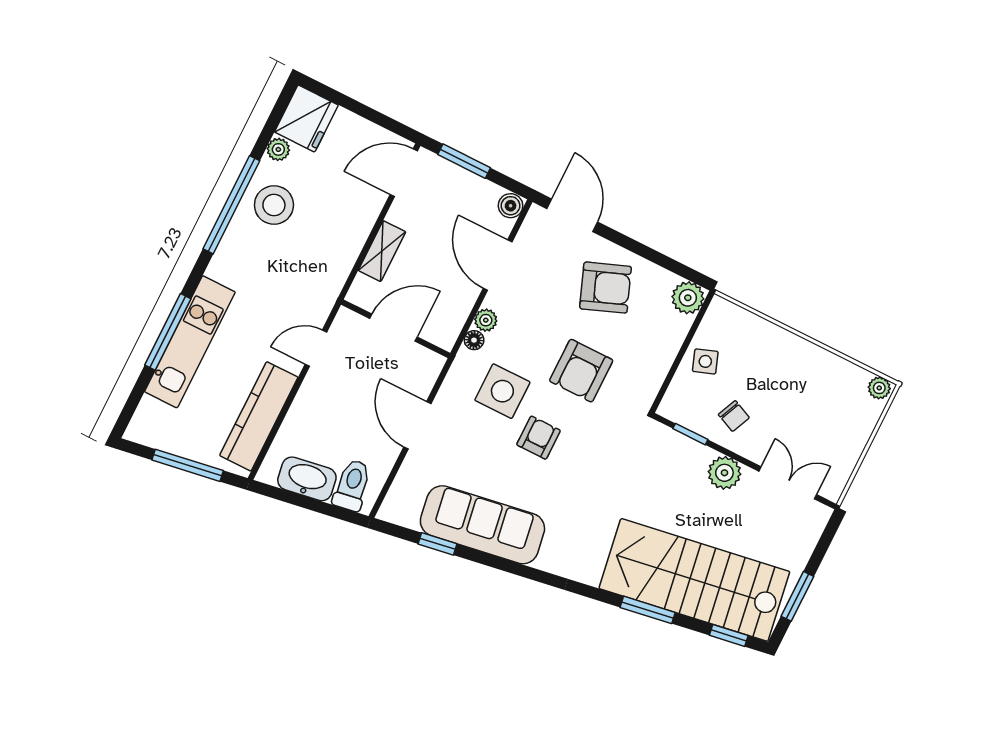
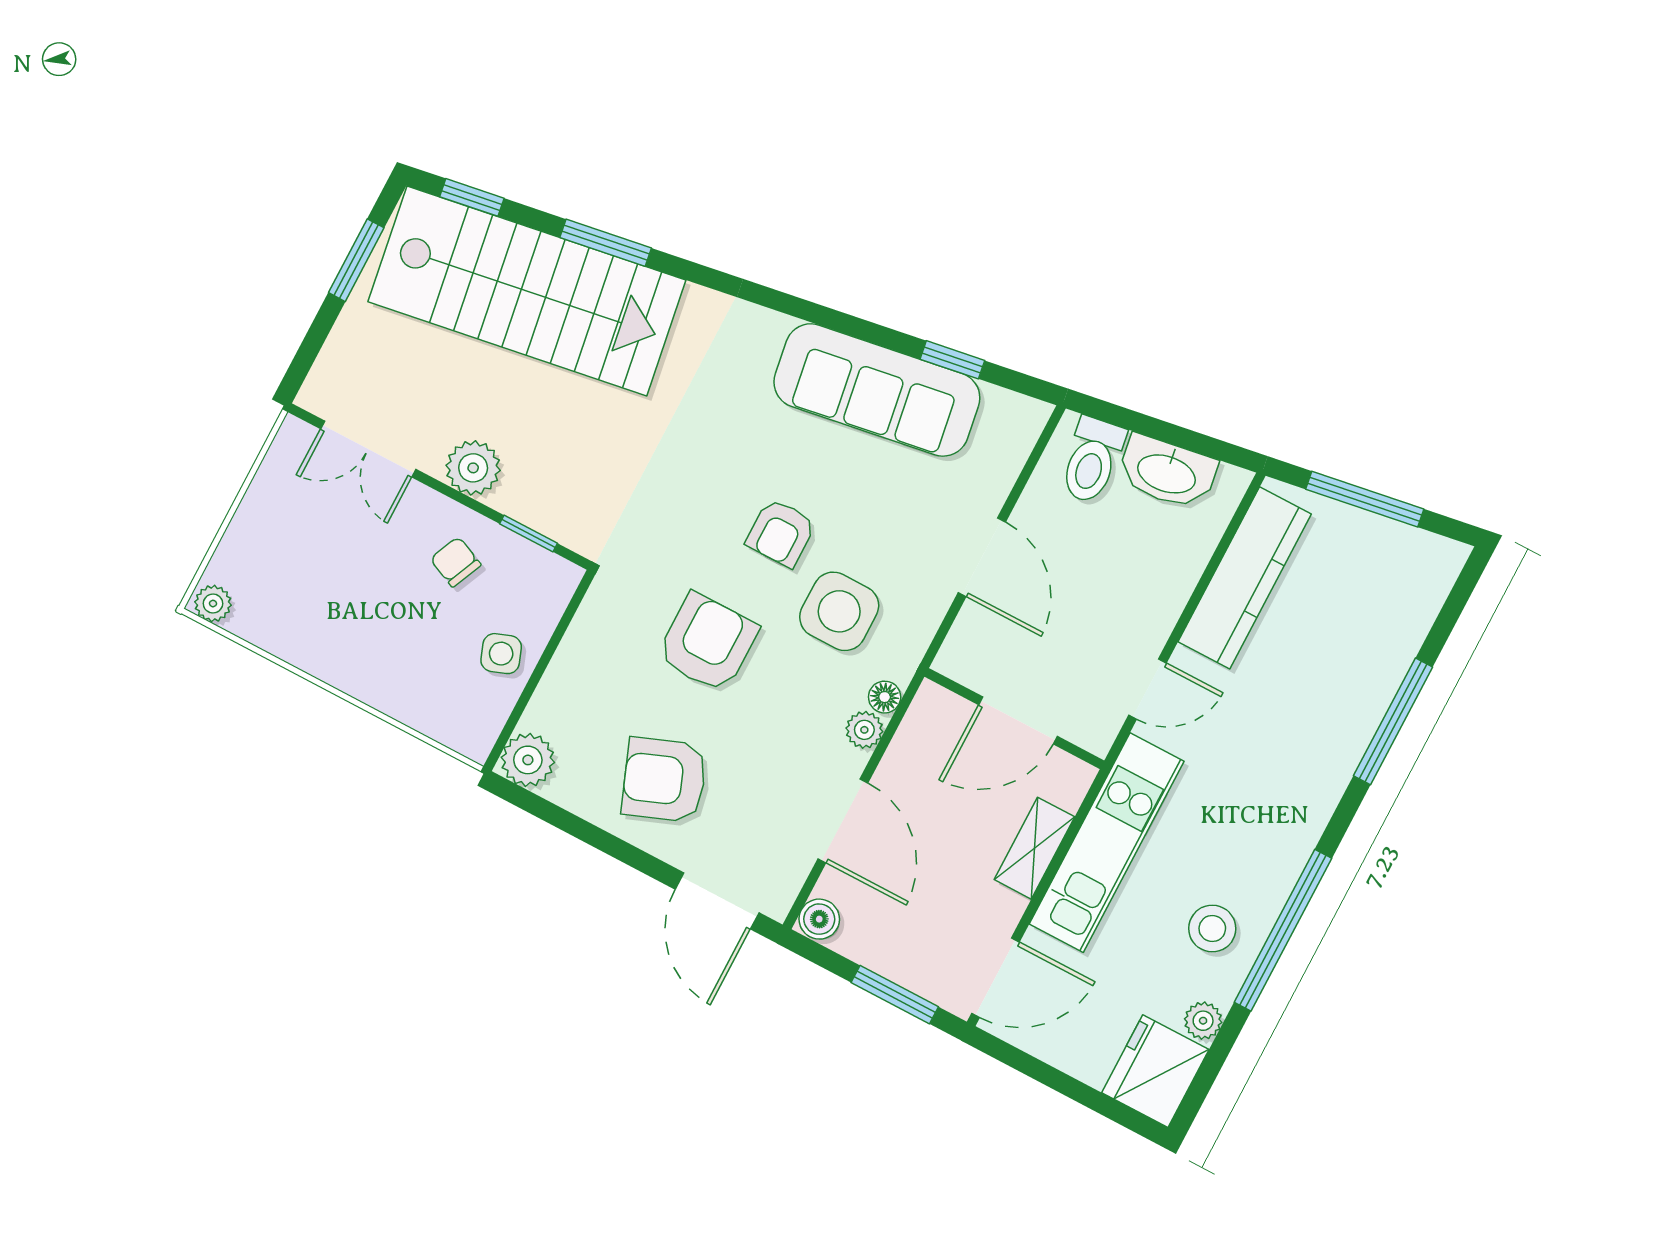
stool: (274, 205) -> (1212, 929), width x0.73, depth x0.73
kitchen unit: (190, 342) -> (1107, 843), moved, turned 180

